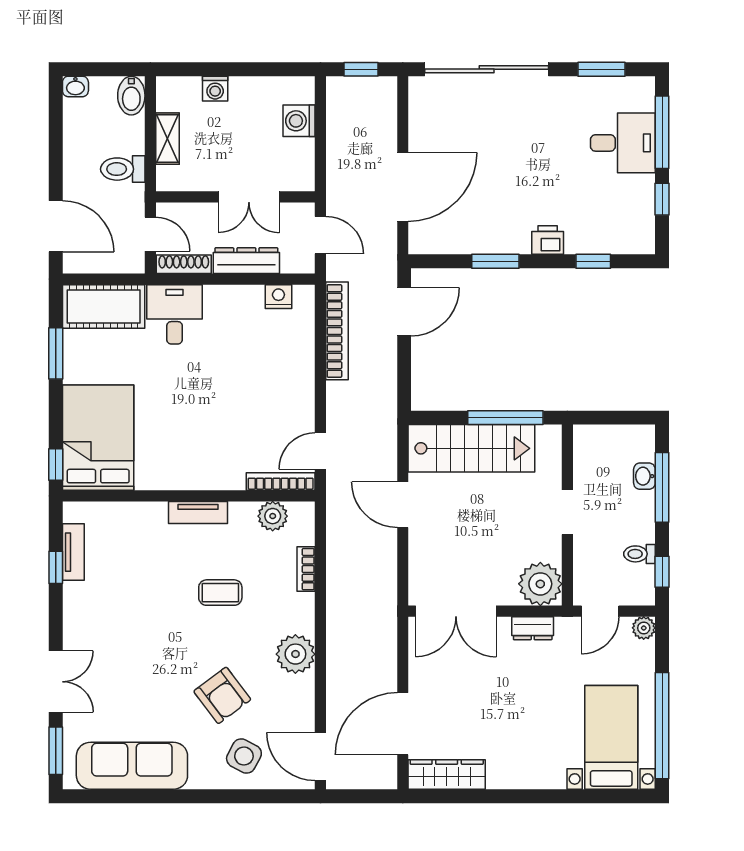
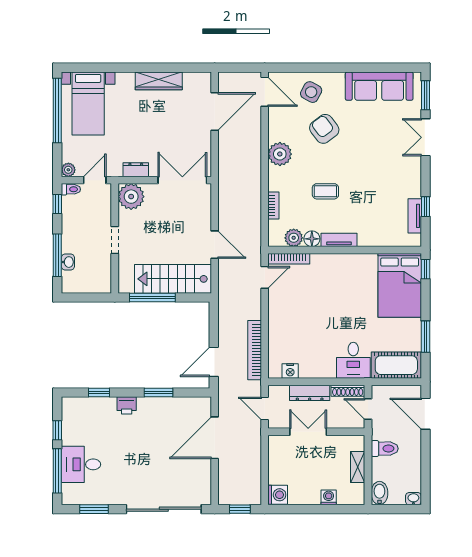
washing machine: (299, 121) -> (278, 495), moved
floor lamp: (243, 514) -> (312, 239), added
toilet: (639, 554) -> (71, 189), moved
wardrobe: (447, 775) -> (159, 81), moved

